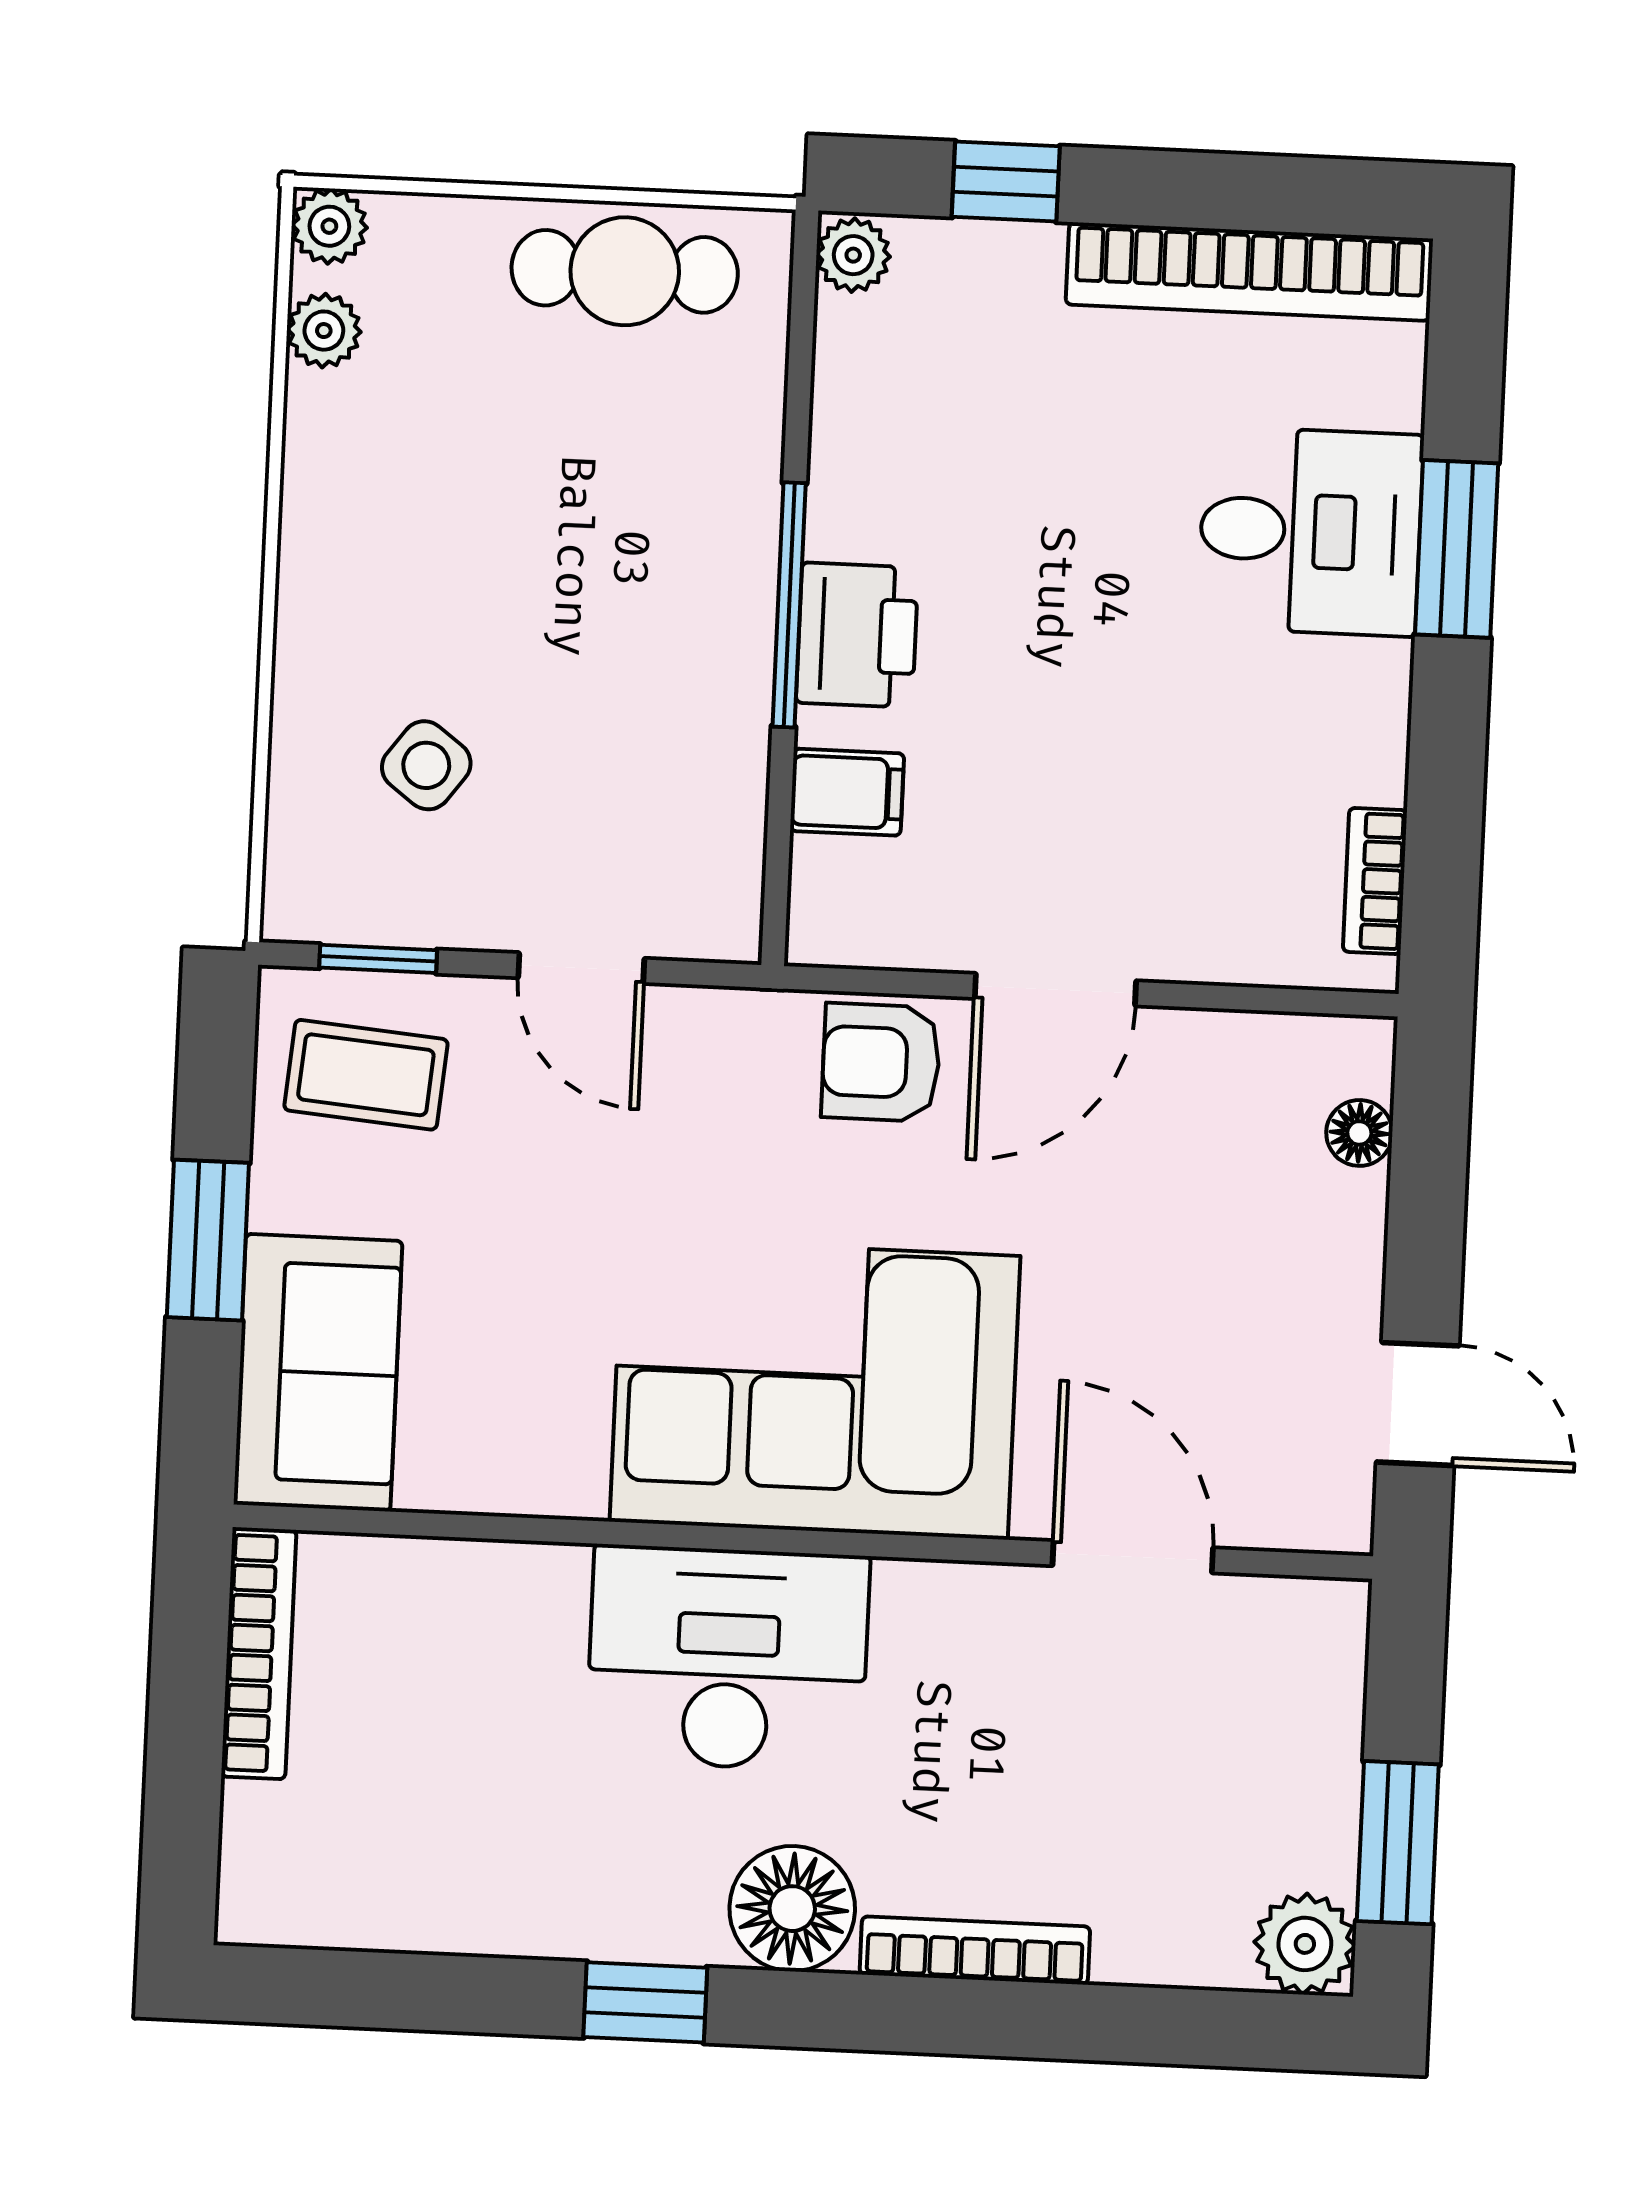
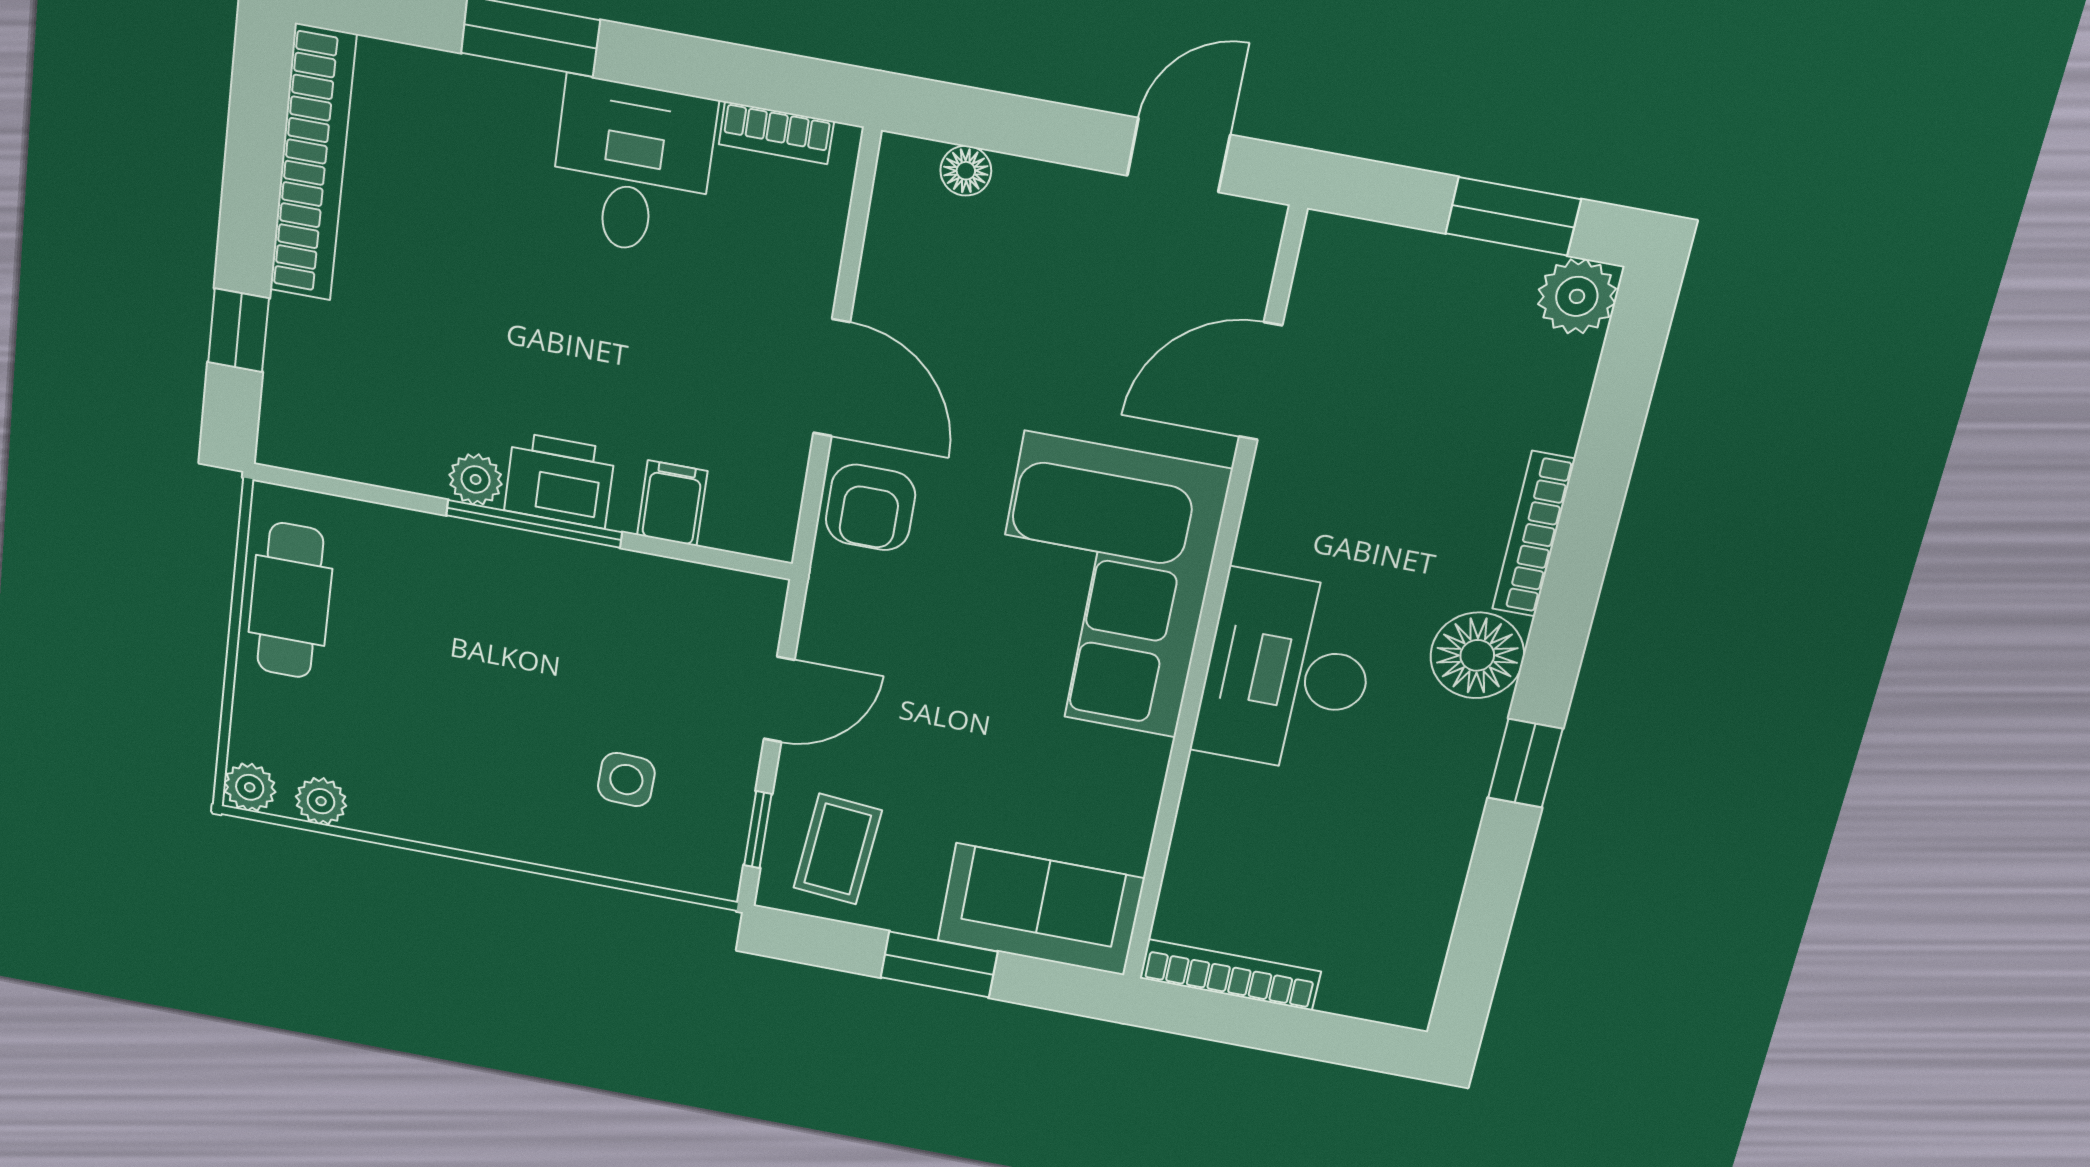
plant: (853, 255) -> (476, 479), moved
desk: (1310, 531) -> (632, 168), moved
side table: (426, 765) -> (626, 780), turned -35

